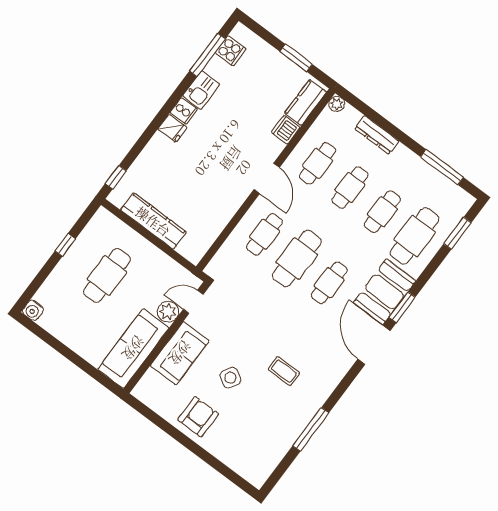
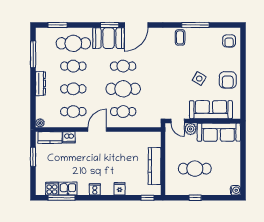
kitchen sink: (201, 90) -> (68, 189), moved
fridge: (172, 128) -> (120, 189), moved
dresser: (377, 135) -> (40, 83), moved
sofa: (180, 353) -> (211, 110), width x1.36
coffee table: (284, 371) -> (180, 37), moved
armchair: (198, 417) -> (228, 80), turned -90
armchair: (252, 460) -> (229, 41), added

